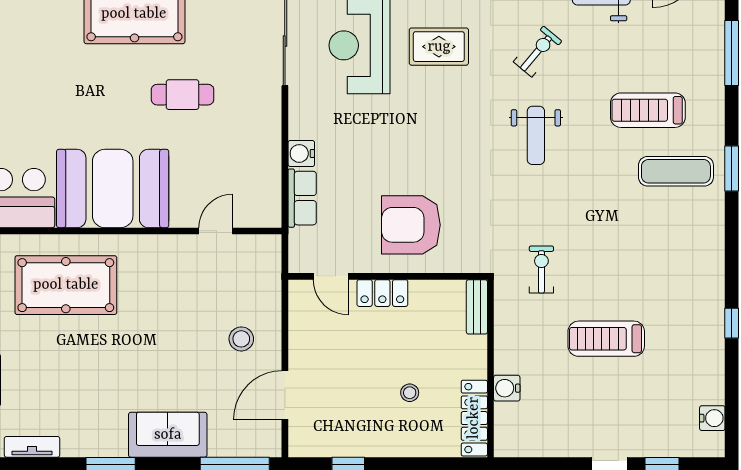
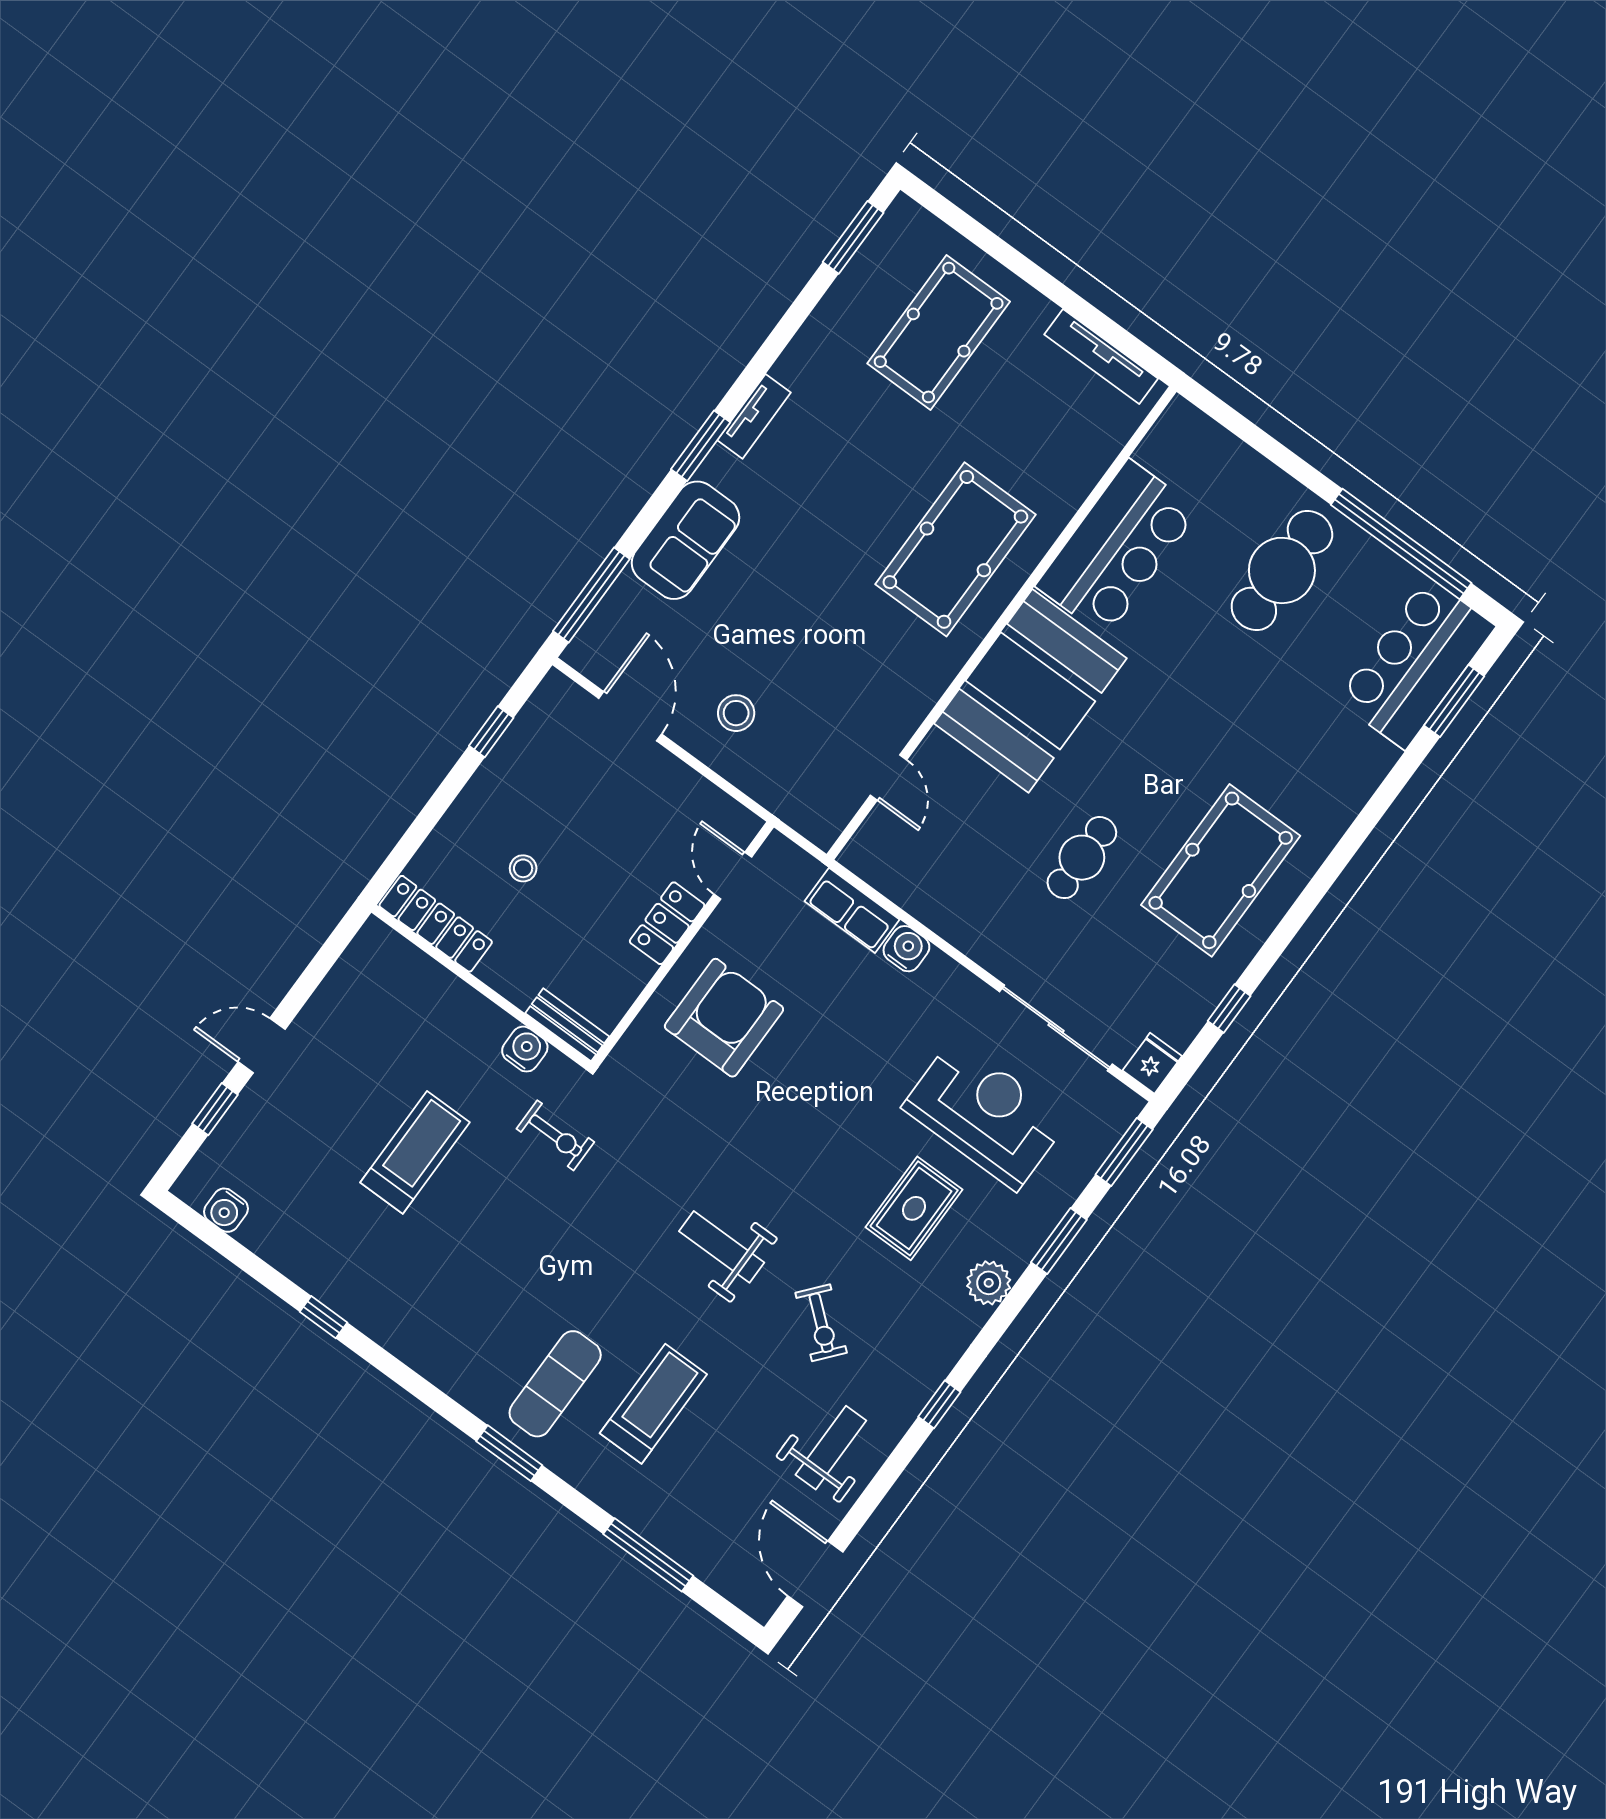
door: (331, 276) -> (733, 876), hinge flipped
water cooler: (507, 388) -> (525, 1049), moved
tv unit: (32, 447) -> (754, 416), moved

